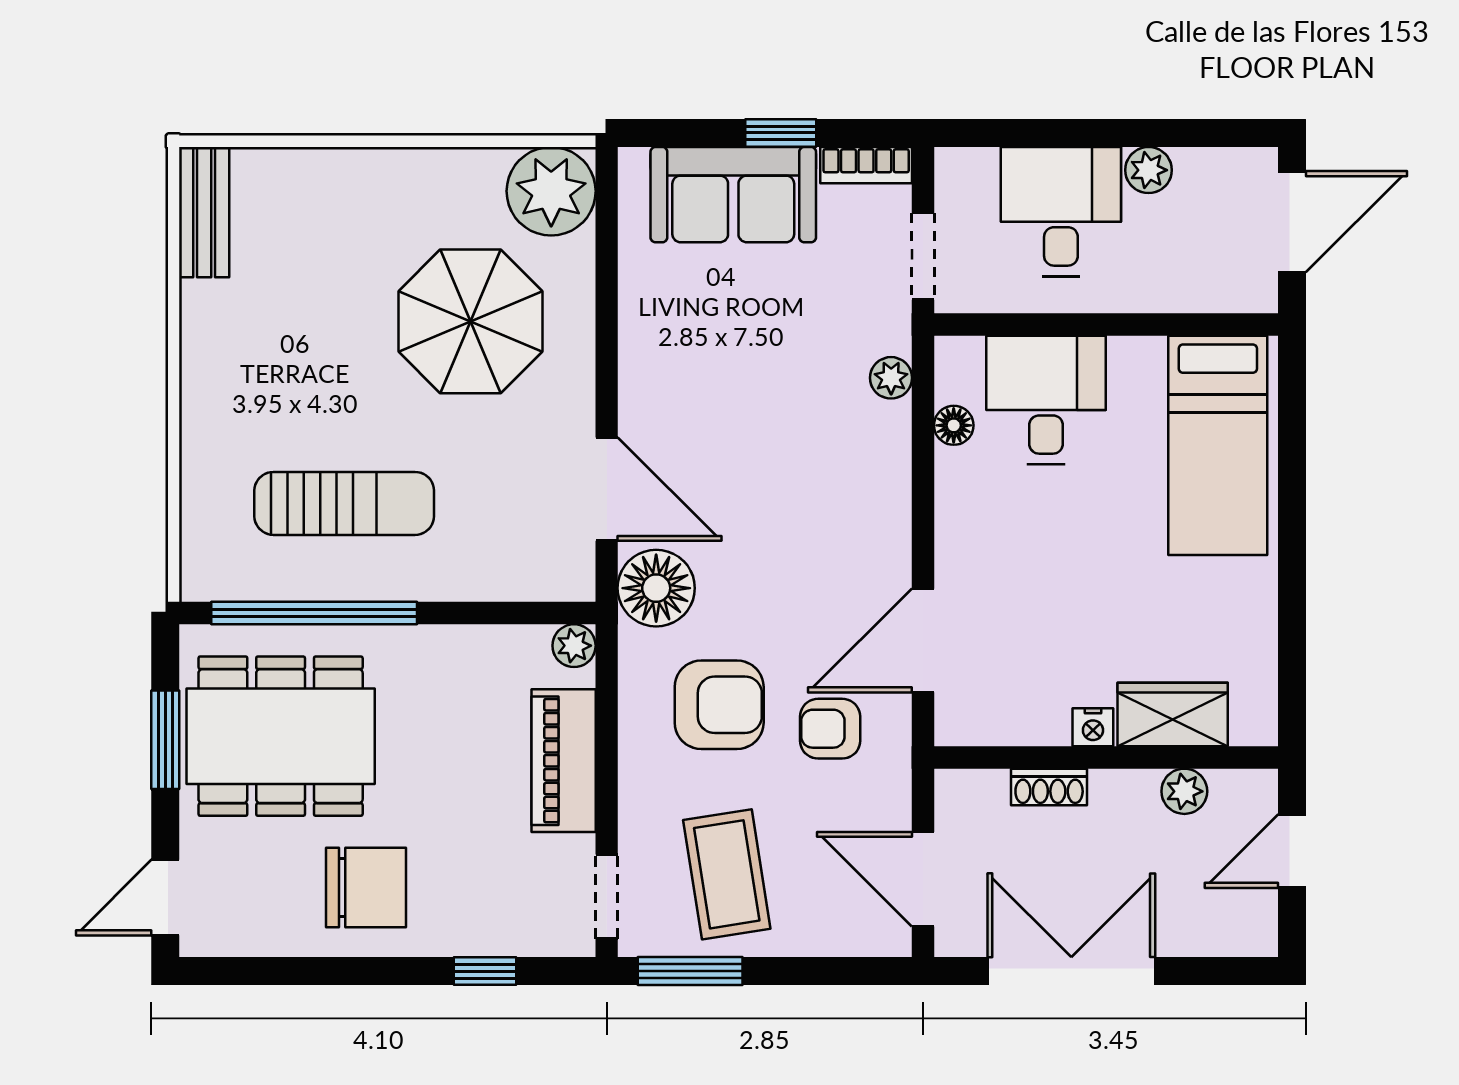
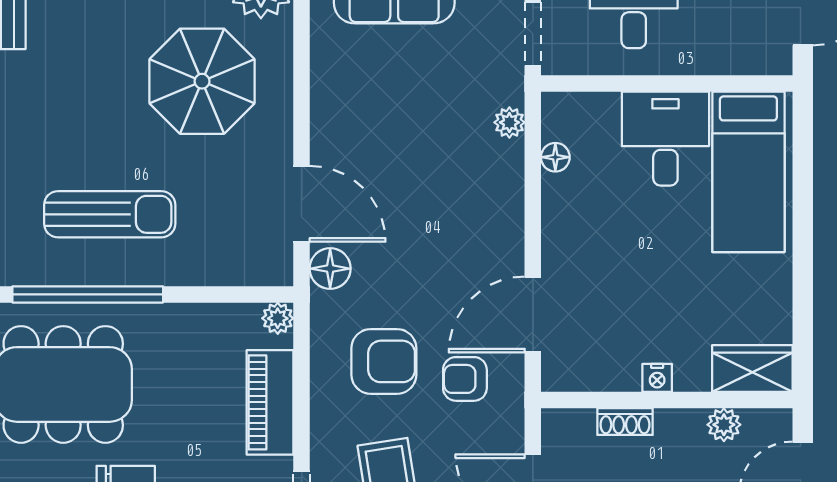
desk: (1046, 400) -> (665, 139), moved
floor lamp: (656, 588) -> (330, 269), width x0.73, depth x0.73
wardrobe: (1173, 714) -> (752, 369), moved

